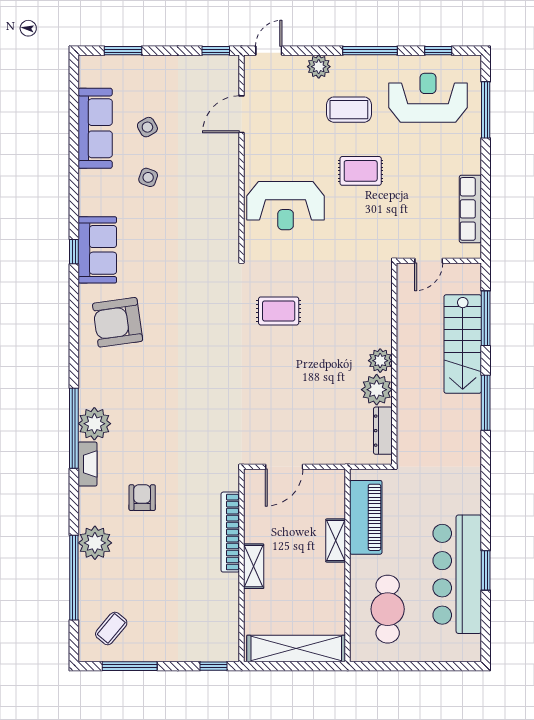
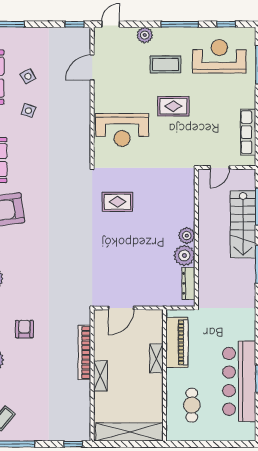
cafe table: (388, 609) -> (192, 405), width x0.73, depth x0.74

